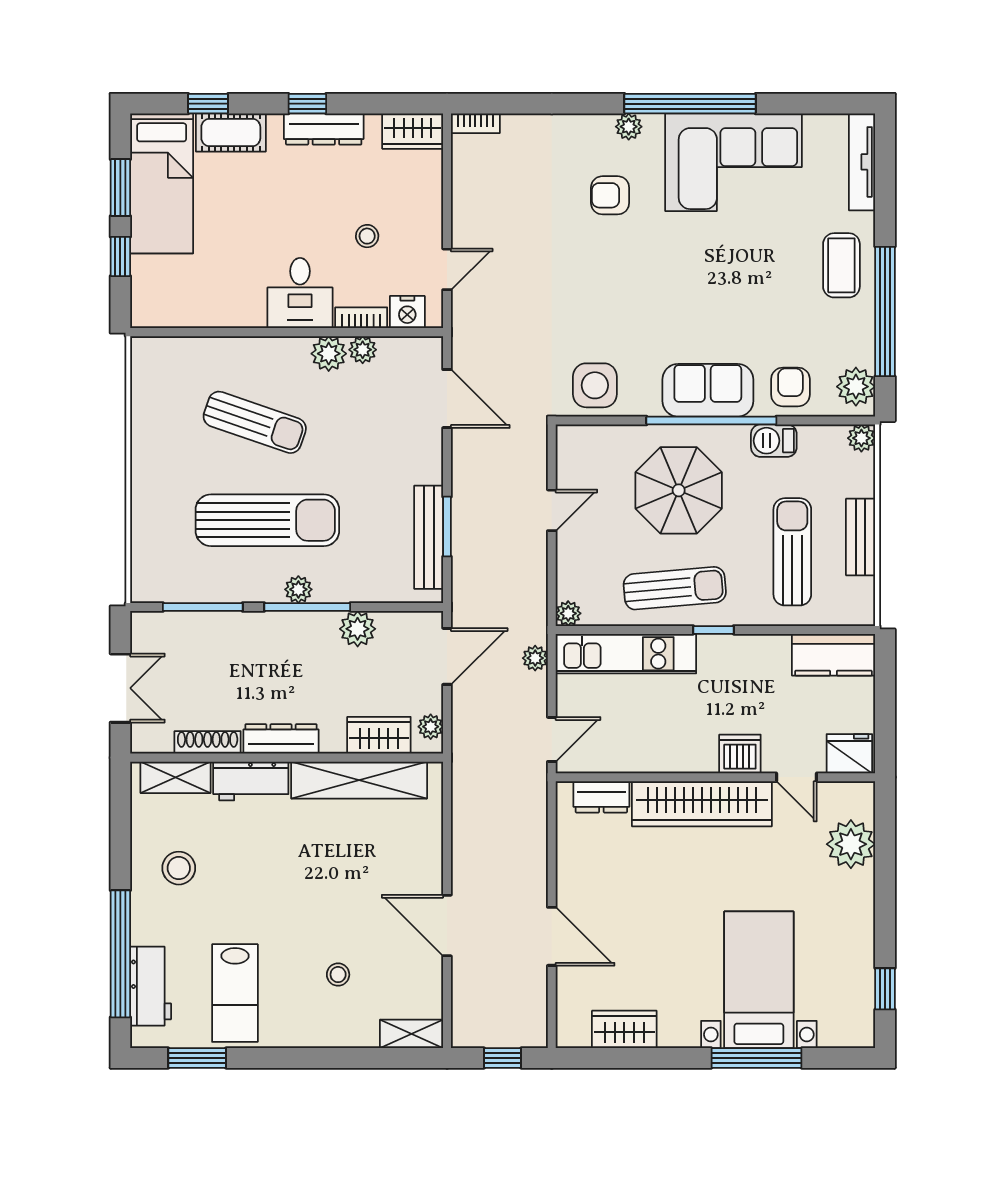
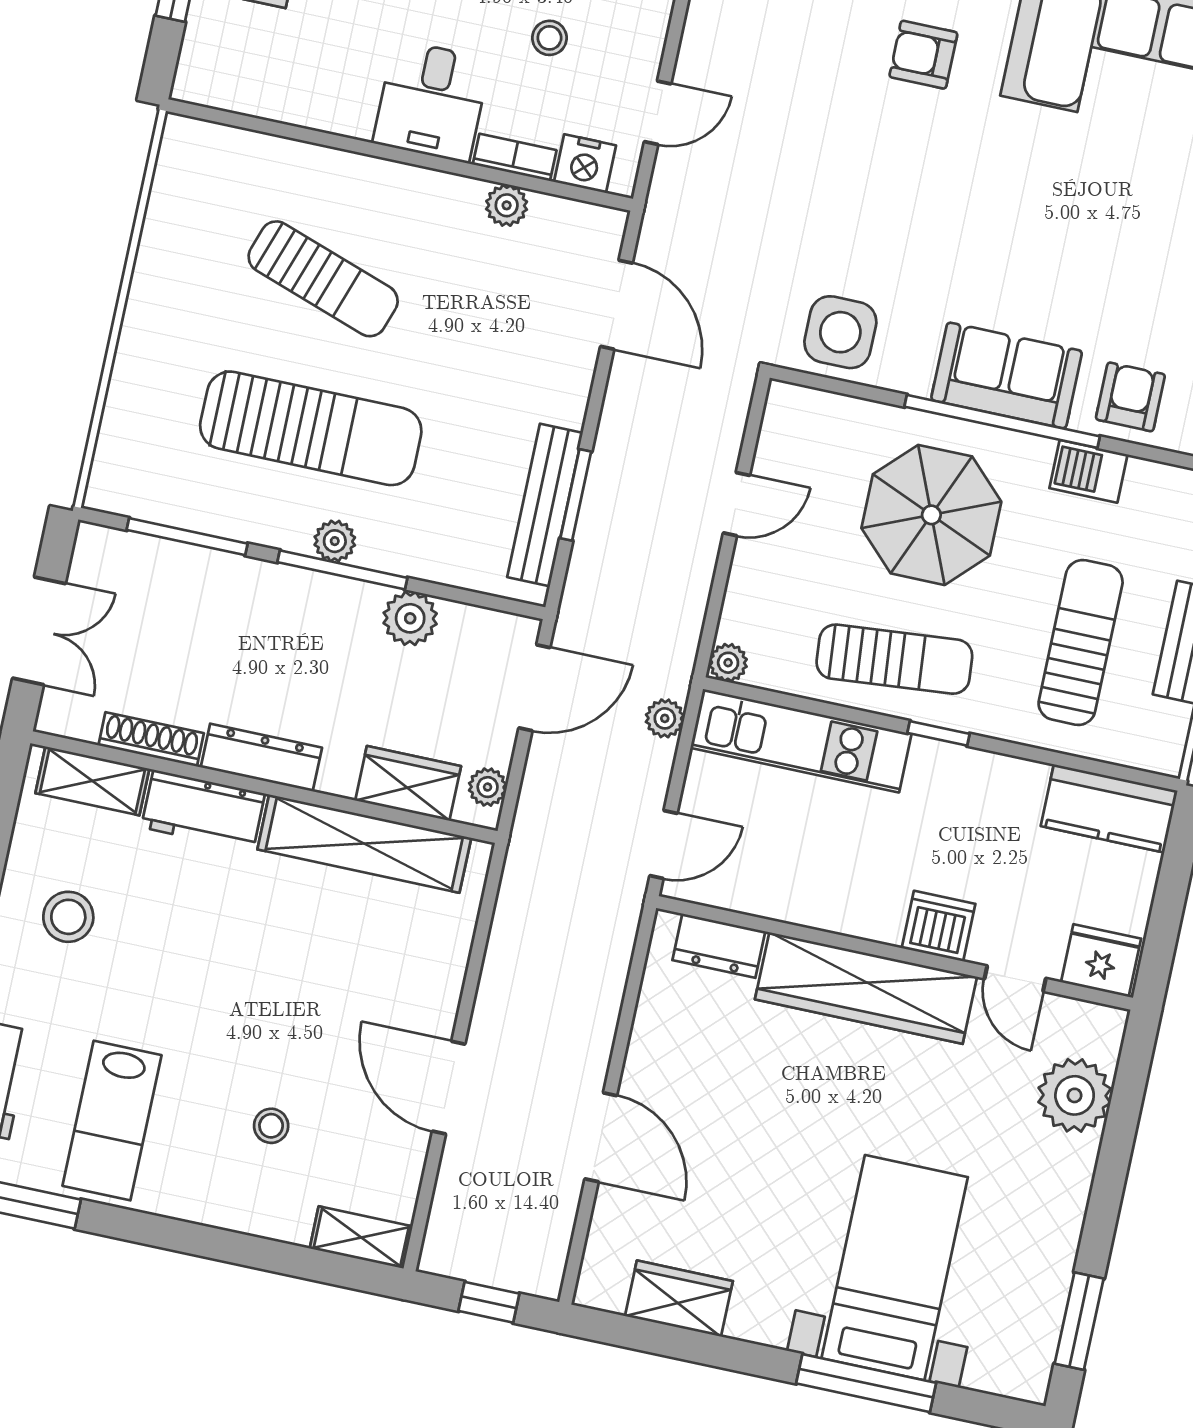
plant: (329, 354) -> (455, 200), removed
window: (885, 989) -> (1079, 1321), width x1.50

